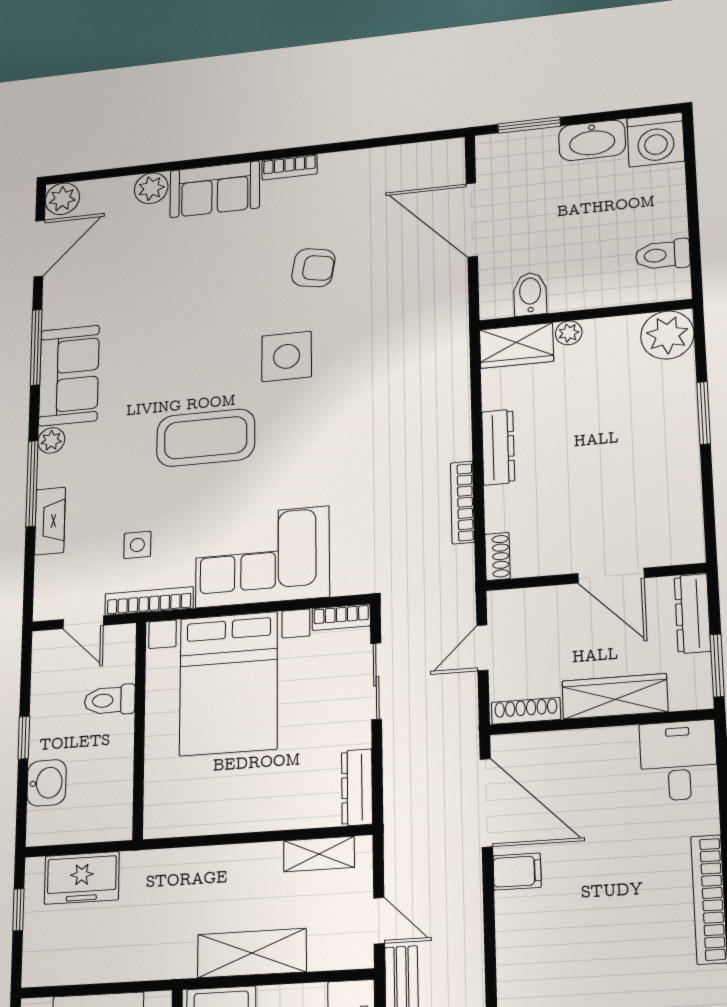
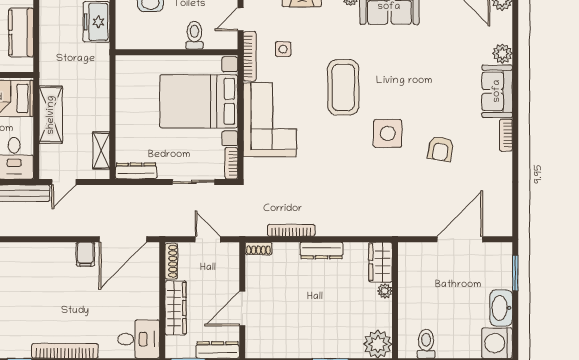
bidet: (530, 294) -> (411, 270), removed

